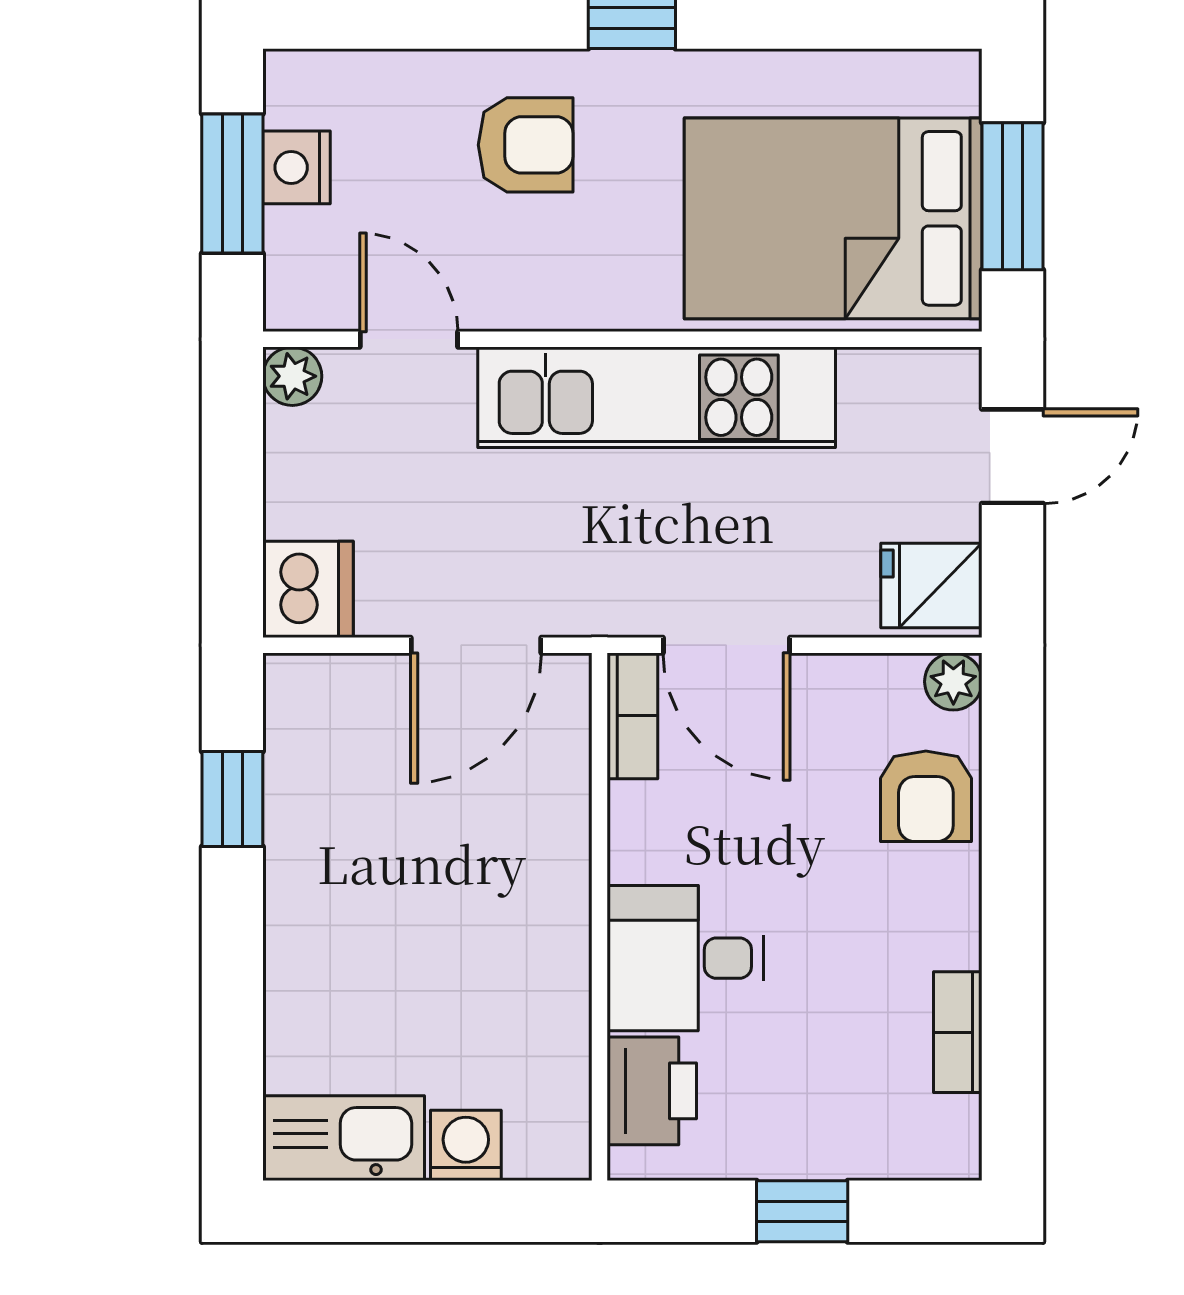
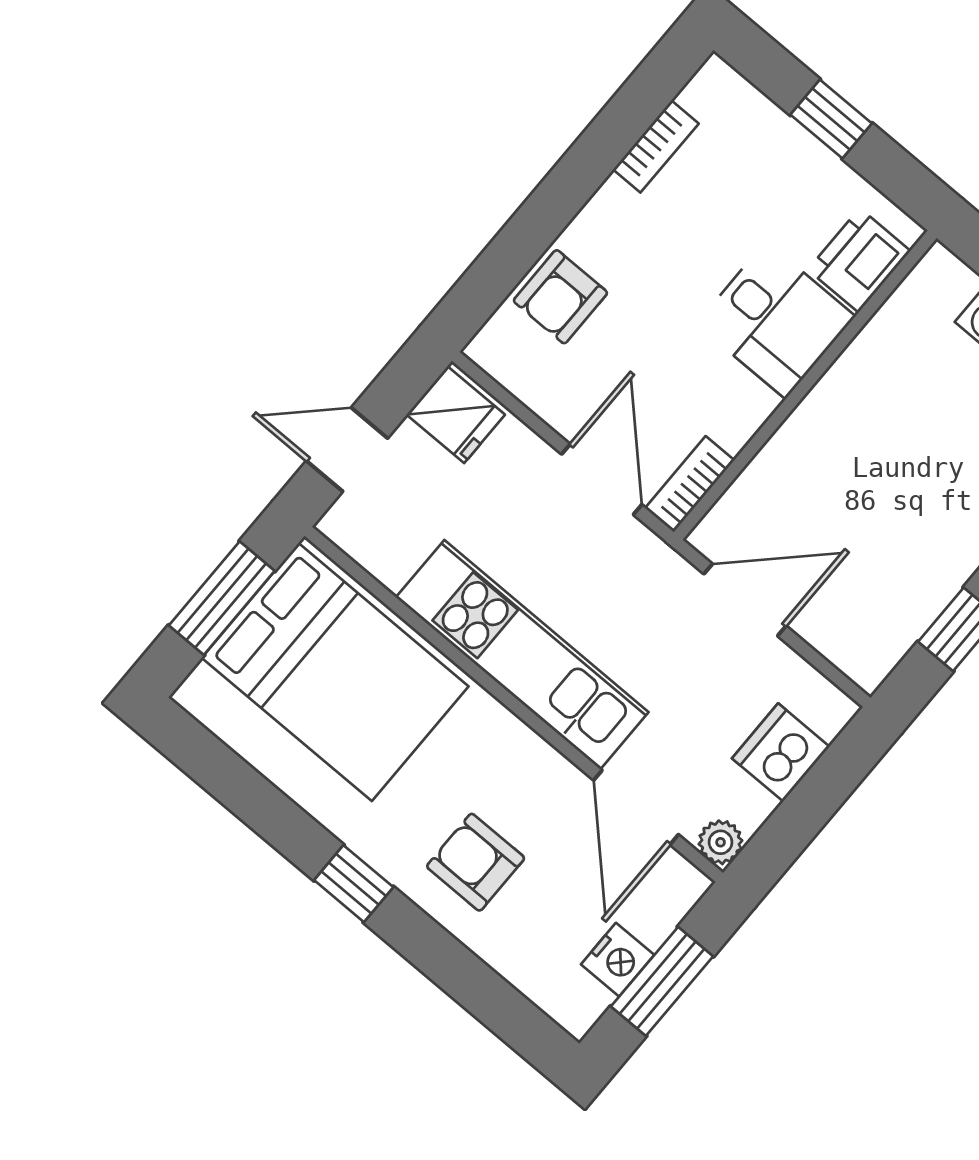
door: (409, 339) -> (636, 807), width x1.38
dishwasher: (308, 589) -> (781, 752), moved
plant: (953, 682) -> (489, 349), removed
armchair: (926, 796) -> (560, 297), turned 180

